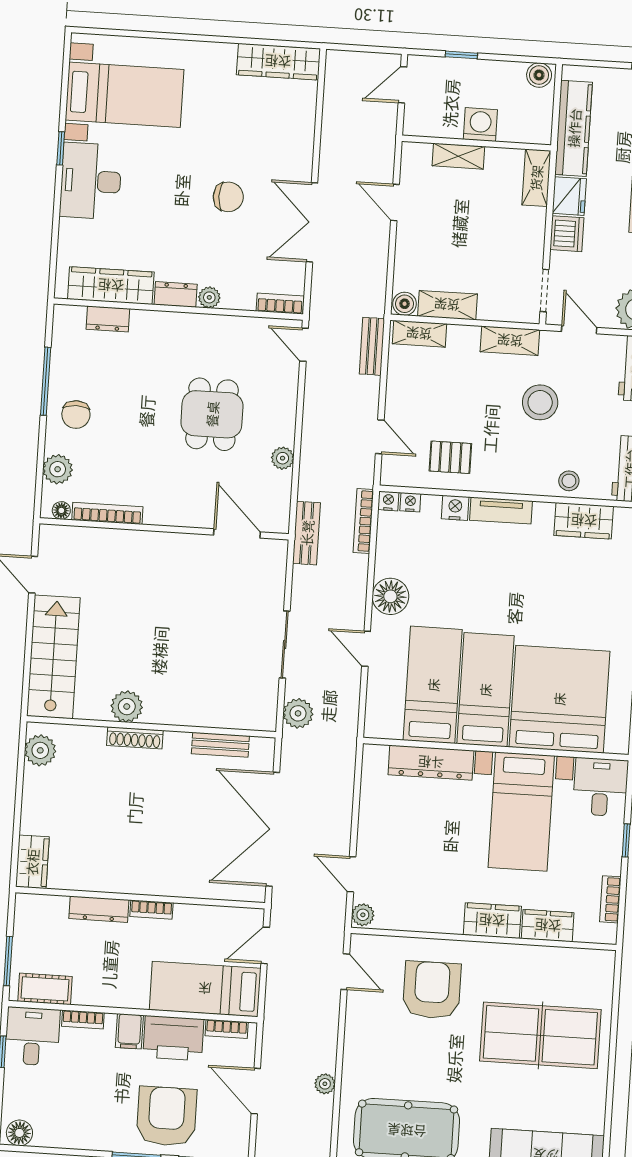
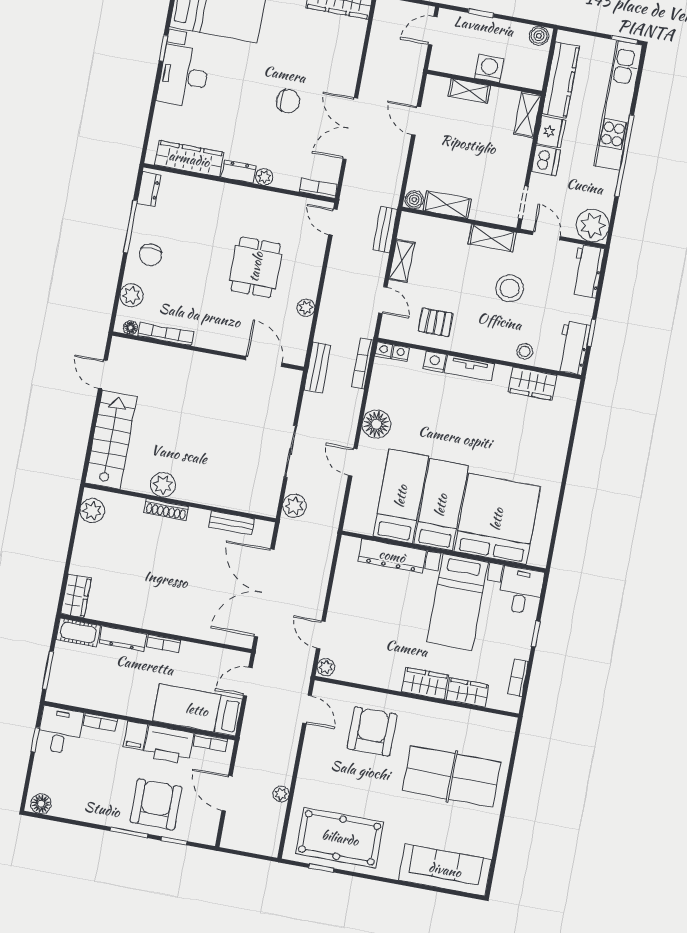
dresser: (108, 319) -> (149, 189), moved, turned -90
shelving: (419, 334) -> (402, 261), moved, turned 90
cot: (45, 989) -> (78, 633), moved

